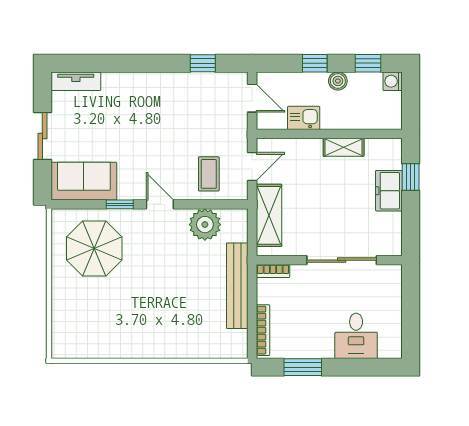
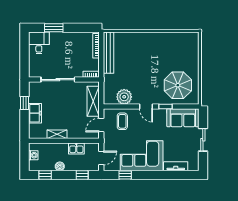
window: (315, 63) -> (82, 175), moved
tv unit: (76, 81) -> (176, 166), moved
washing machine: (393, 81) -> (33, 155), moved
door: (252, 98) -> (101, 158), swing flipped
corner sofa: (169, 103) -> (142, 156), added
window: (411, 177) -> (24, 103), moved
bench: (237, 286) -> (109, 53), moved
desk: (356, 336) -> (39, 43), moved
window: (303, 367) -> (54, 28), moved

